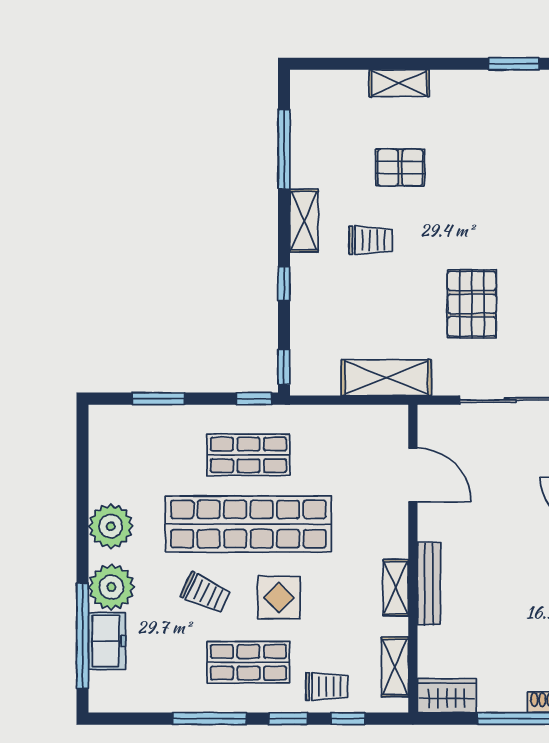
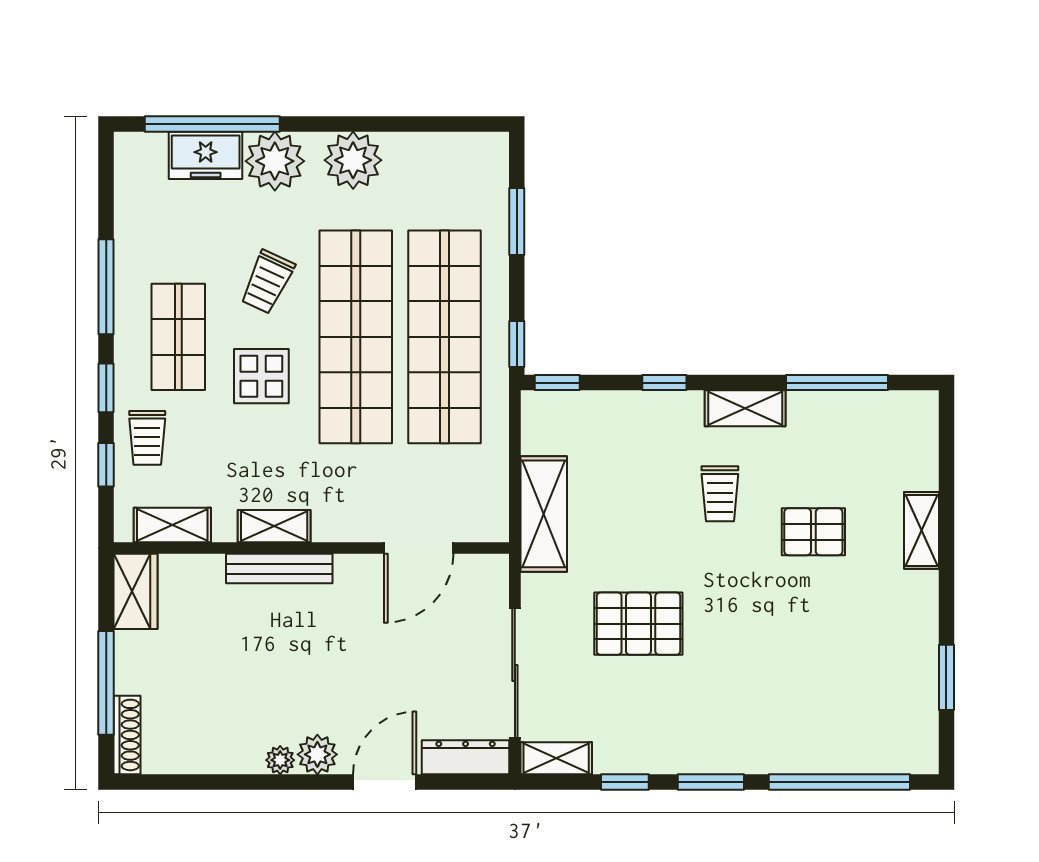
pallet: (400, 168) -> (813, 532), turned 90
shop shelf: (248, 455) -> (444, 337), width x2.00, depth x1.36

